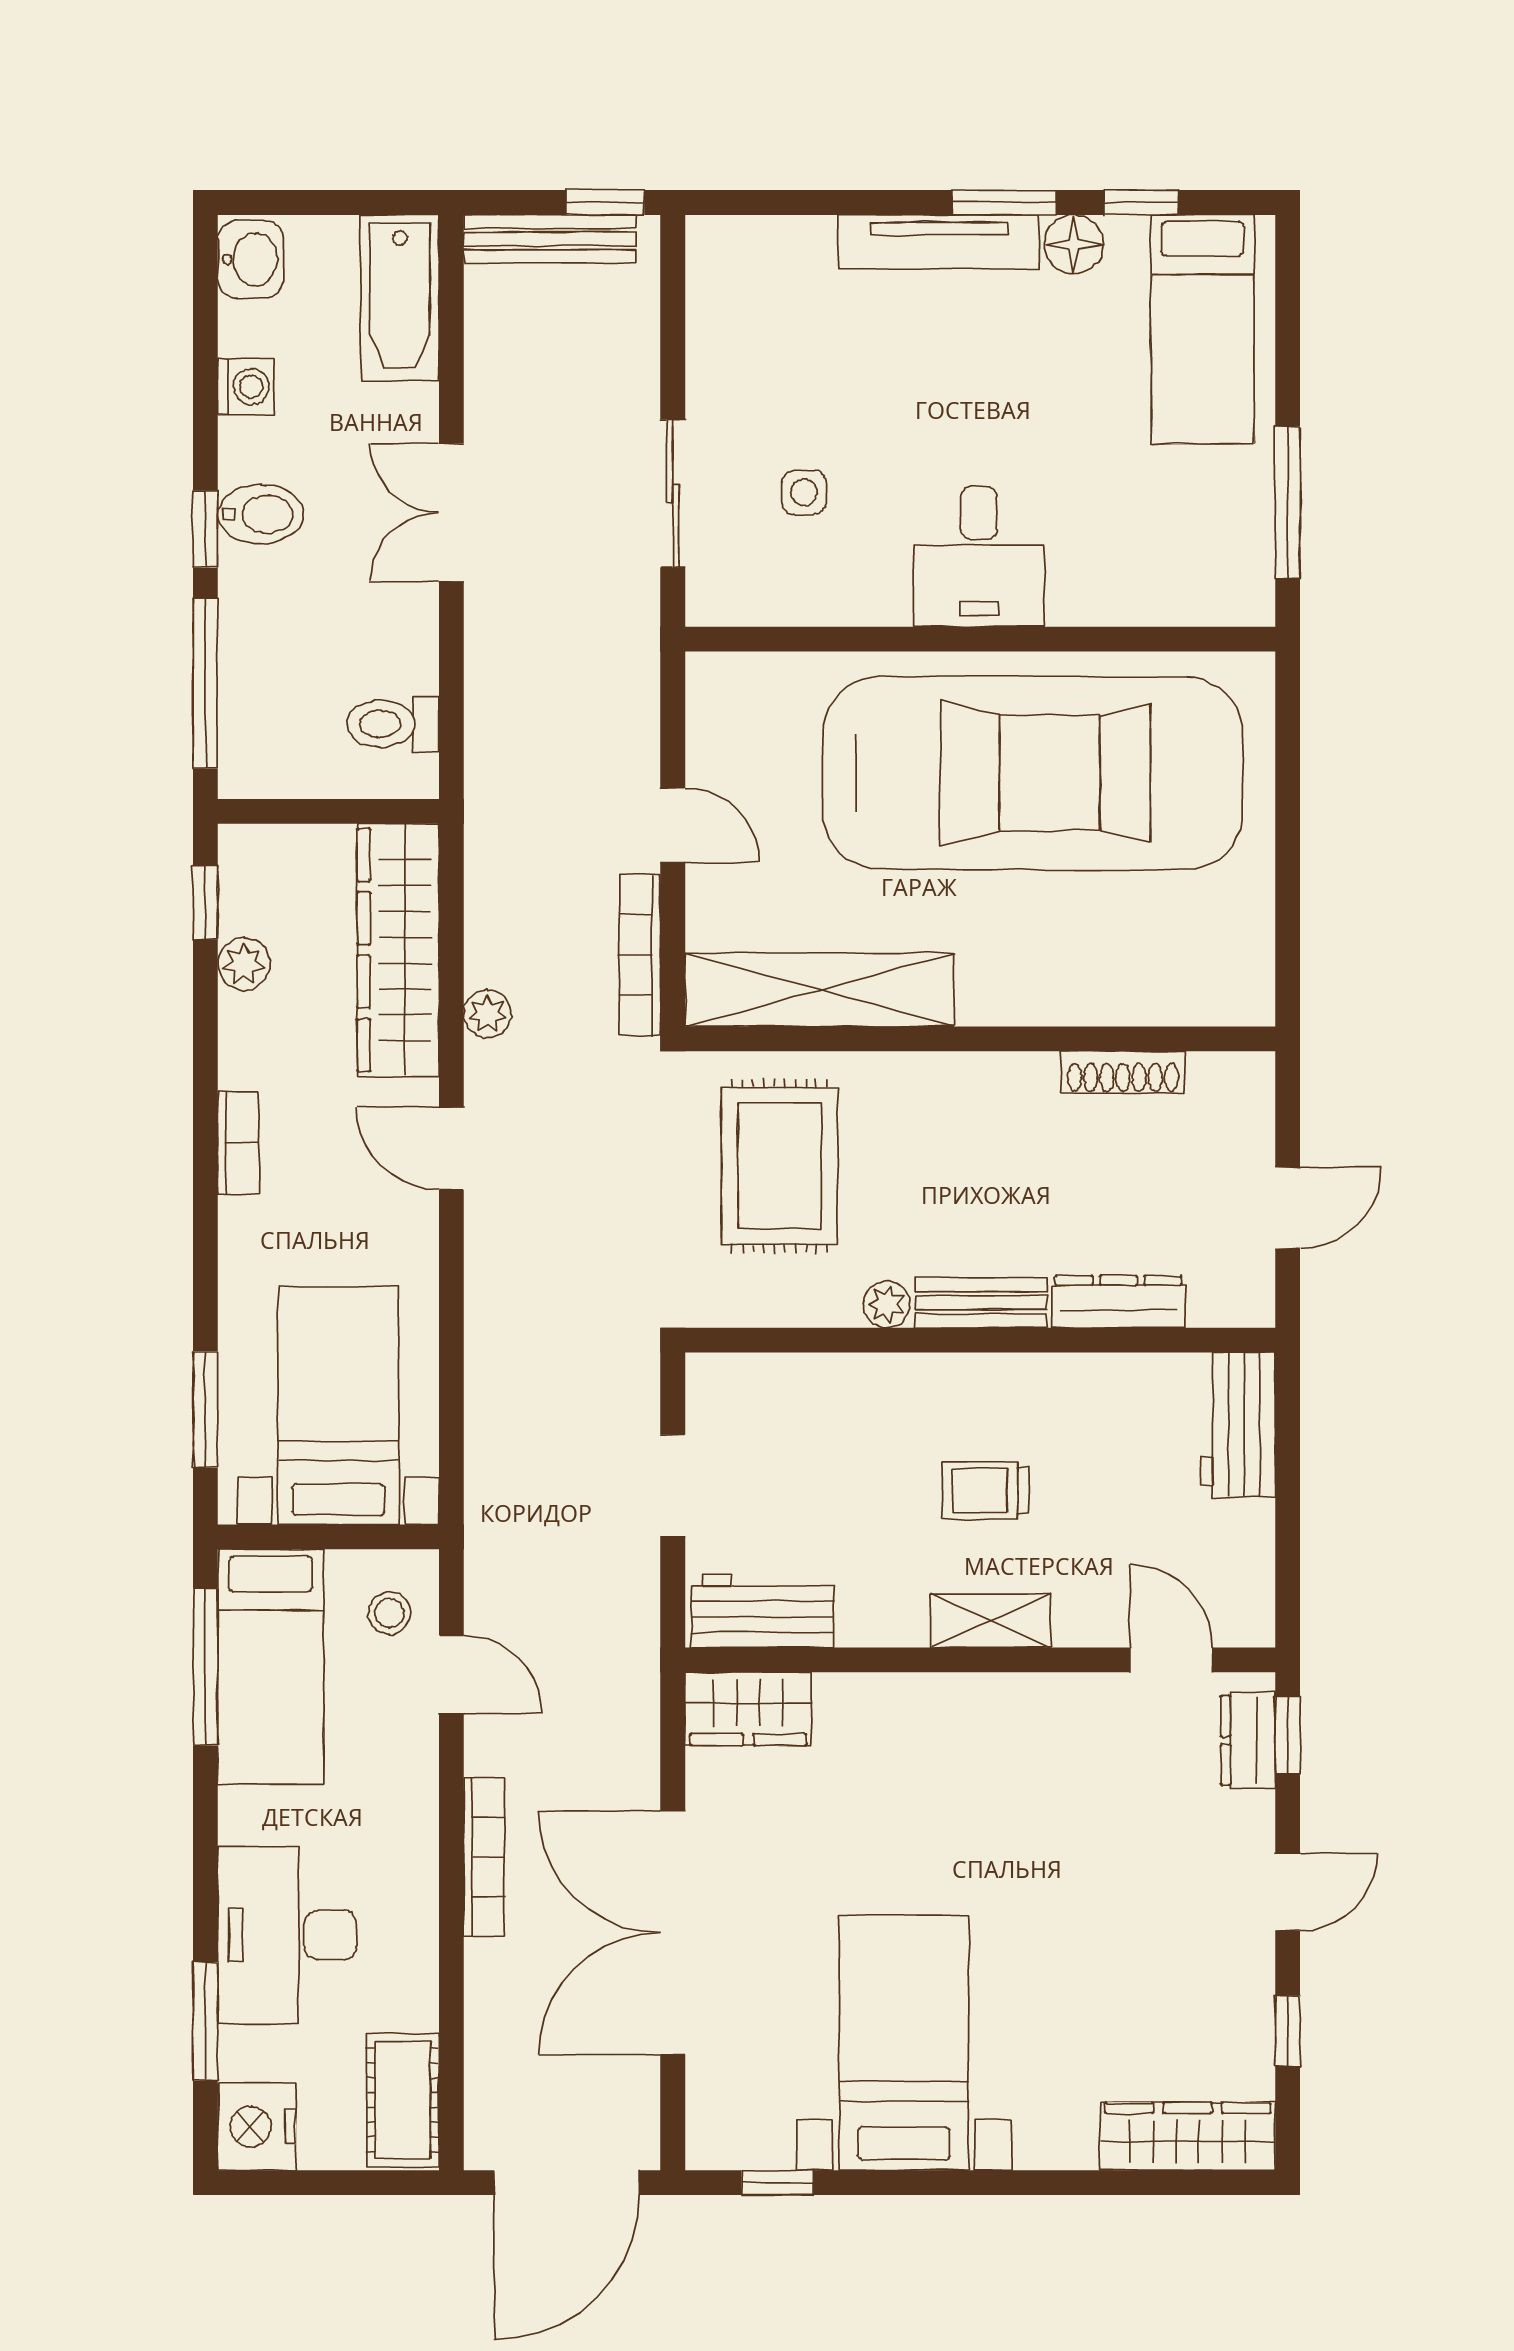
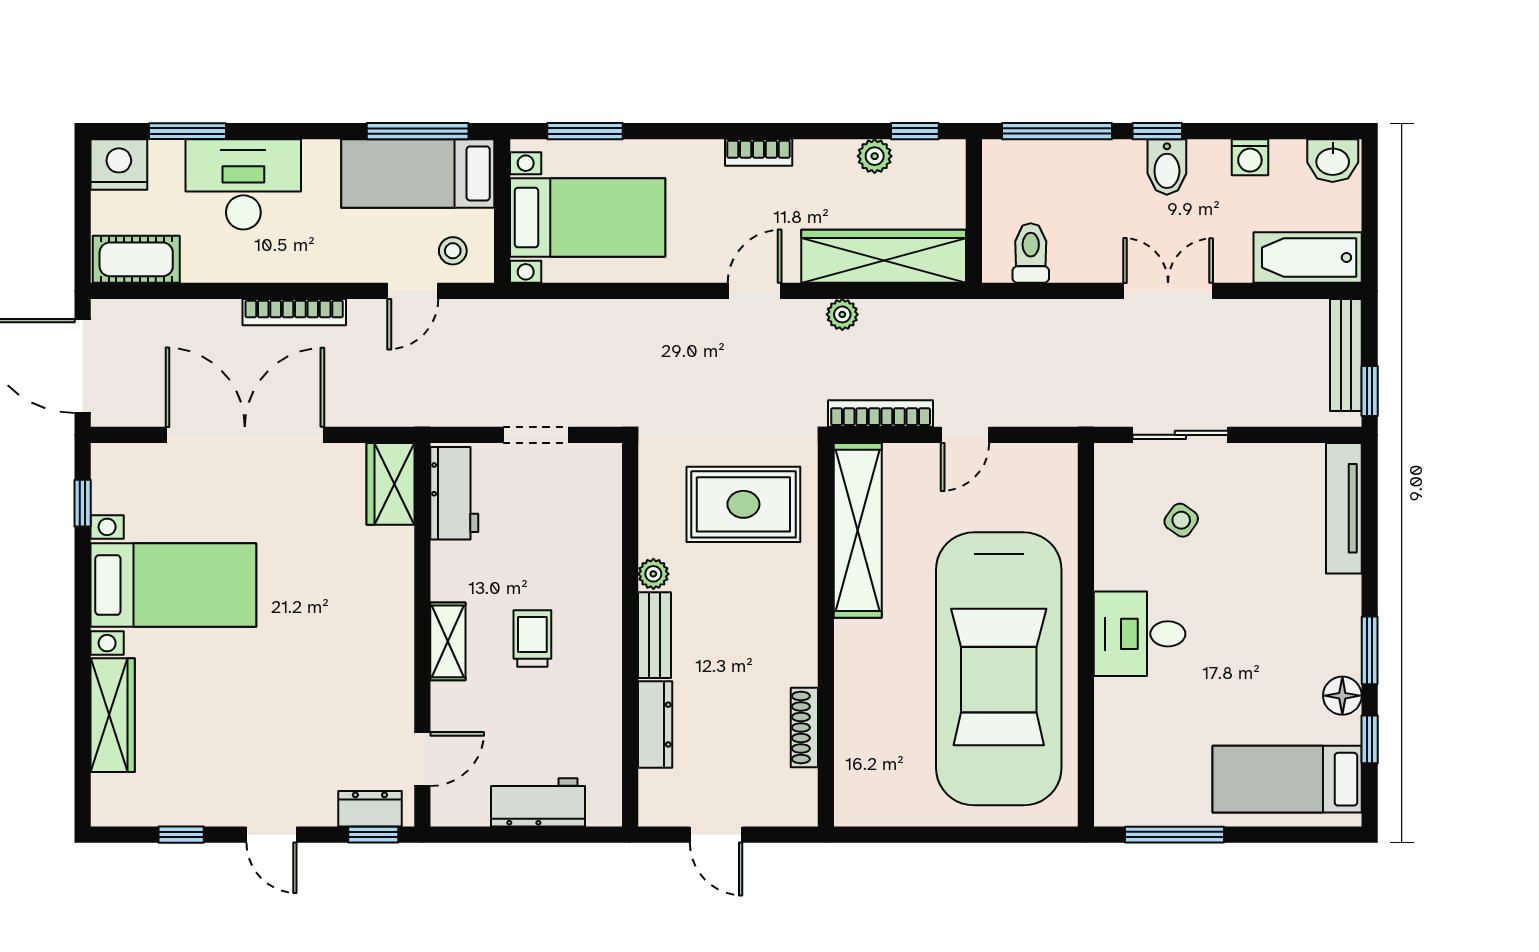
tv unit: (939, 242) -> (1344, 508), moved
side table: (804, 492) -> (1181, 520), turned 35
workbench: (1238, 1425) -> (538, 802), moved
wardrobe: (1188, 2136) -> (113, 715), moved

